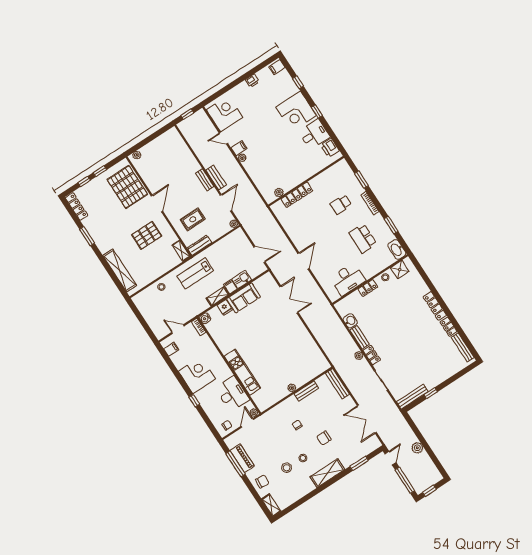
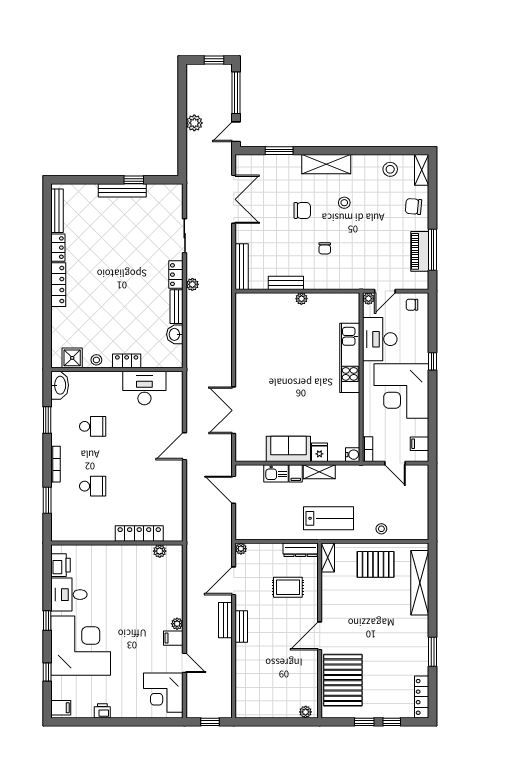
corner desk: (296, 111) -> (81, 646), width x1.36, depth x1.36
pallet: (147, 235) -> (376, 564), moved
school desk: (363, 238) -> (93, 426), width x0.54
corner desk: (197, 375) -> (401, 391), width x1.36, depth x1.36
bench: (412, 397) -> (122, 190), moved
stool: (287, 468) -> (390, 169), moved

